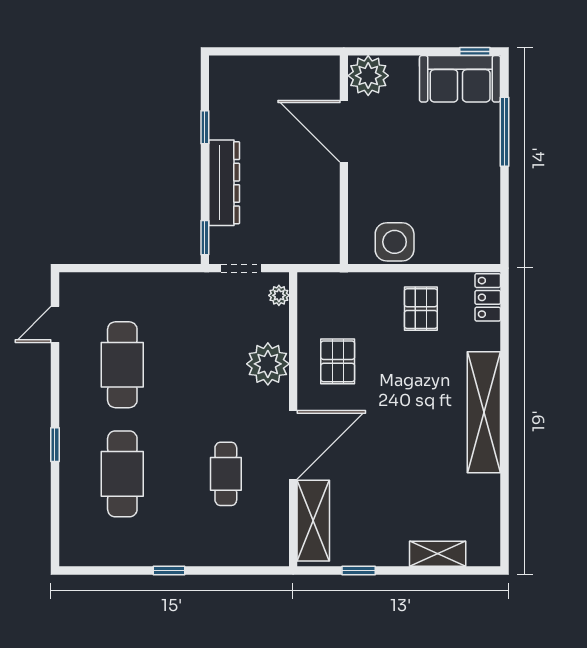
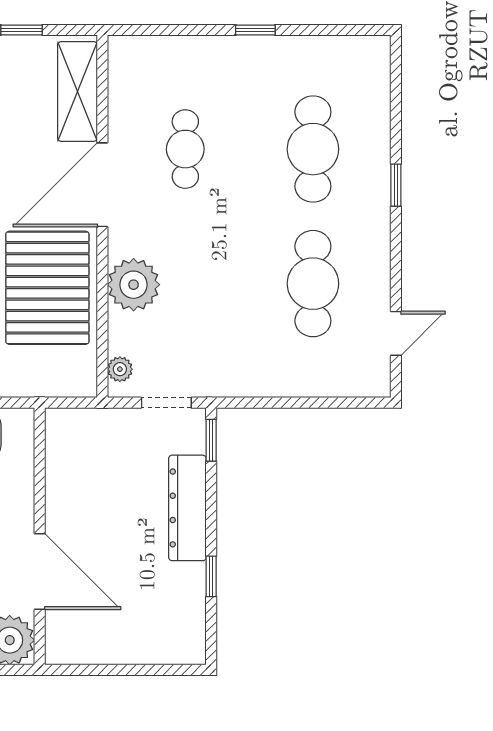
pallet: (338, 361) -> (47, 288), width x2.05, depth x2.00

